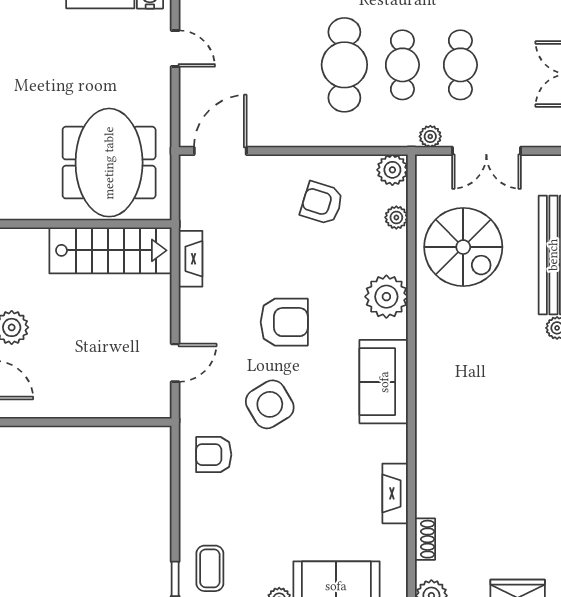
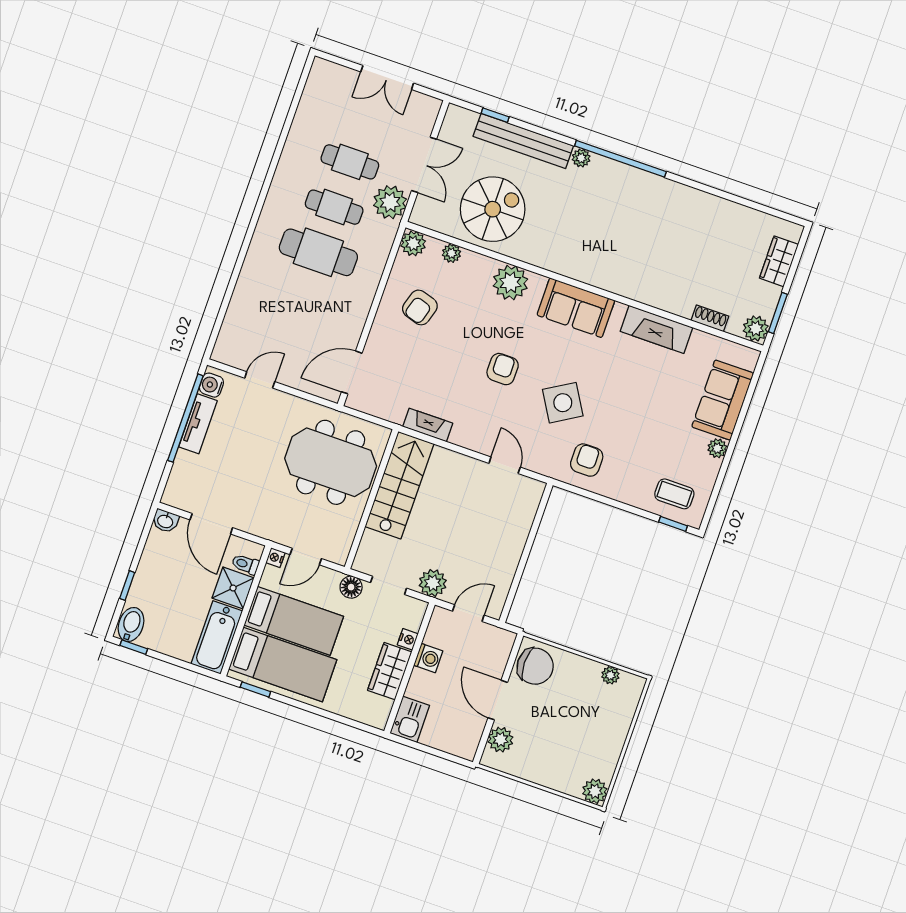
plant: (430, 136) -> (390, 202), width x1.88, depth x1.88
door: (220, 151) -> (352, 372), hinge flipped
armchair: (284, 322) -> (503, 369), width x0.72, depth x0.72
armchair: (214, 455) -> (587, 460), turned 180
fireplace: (395, 493) -> (657, 329), width x1.37, depth x1.32

